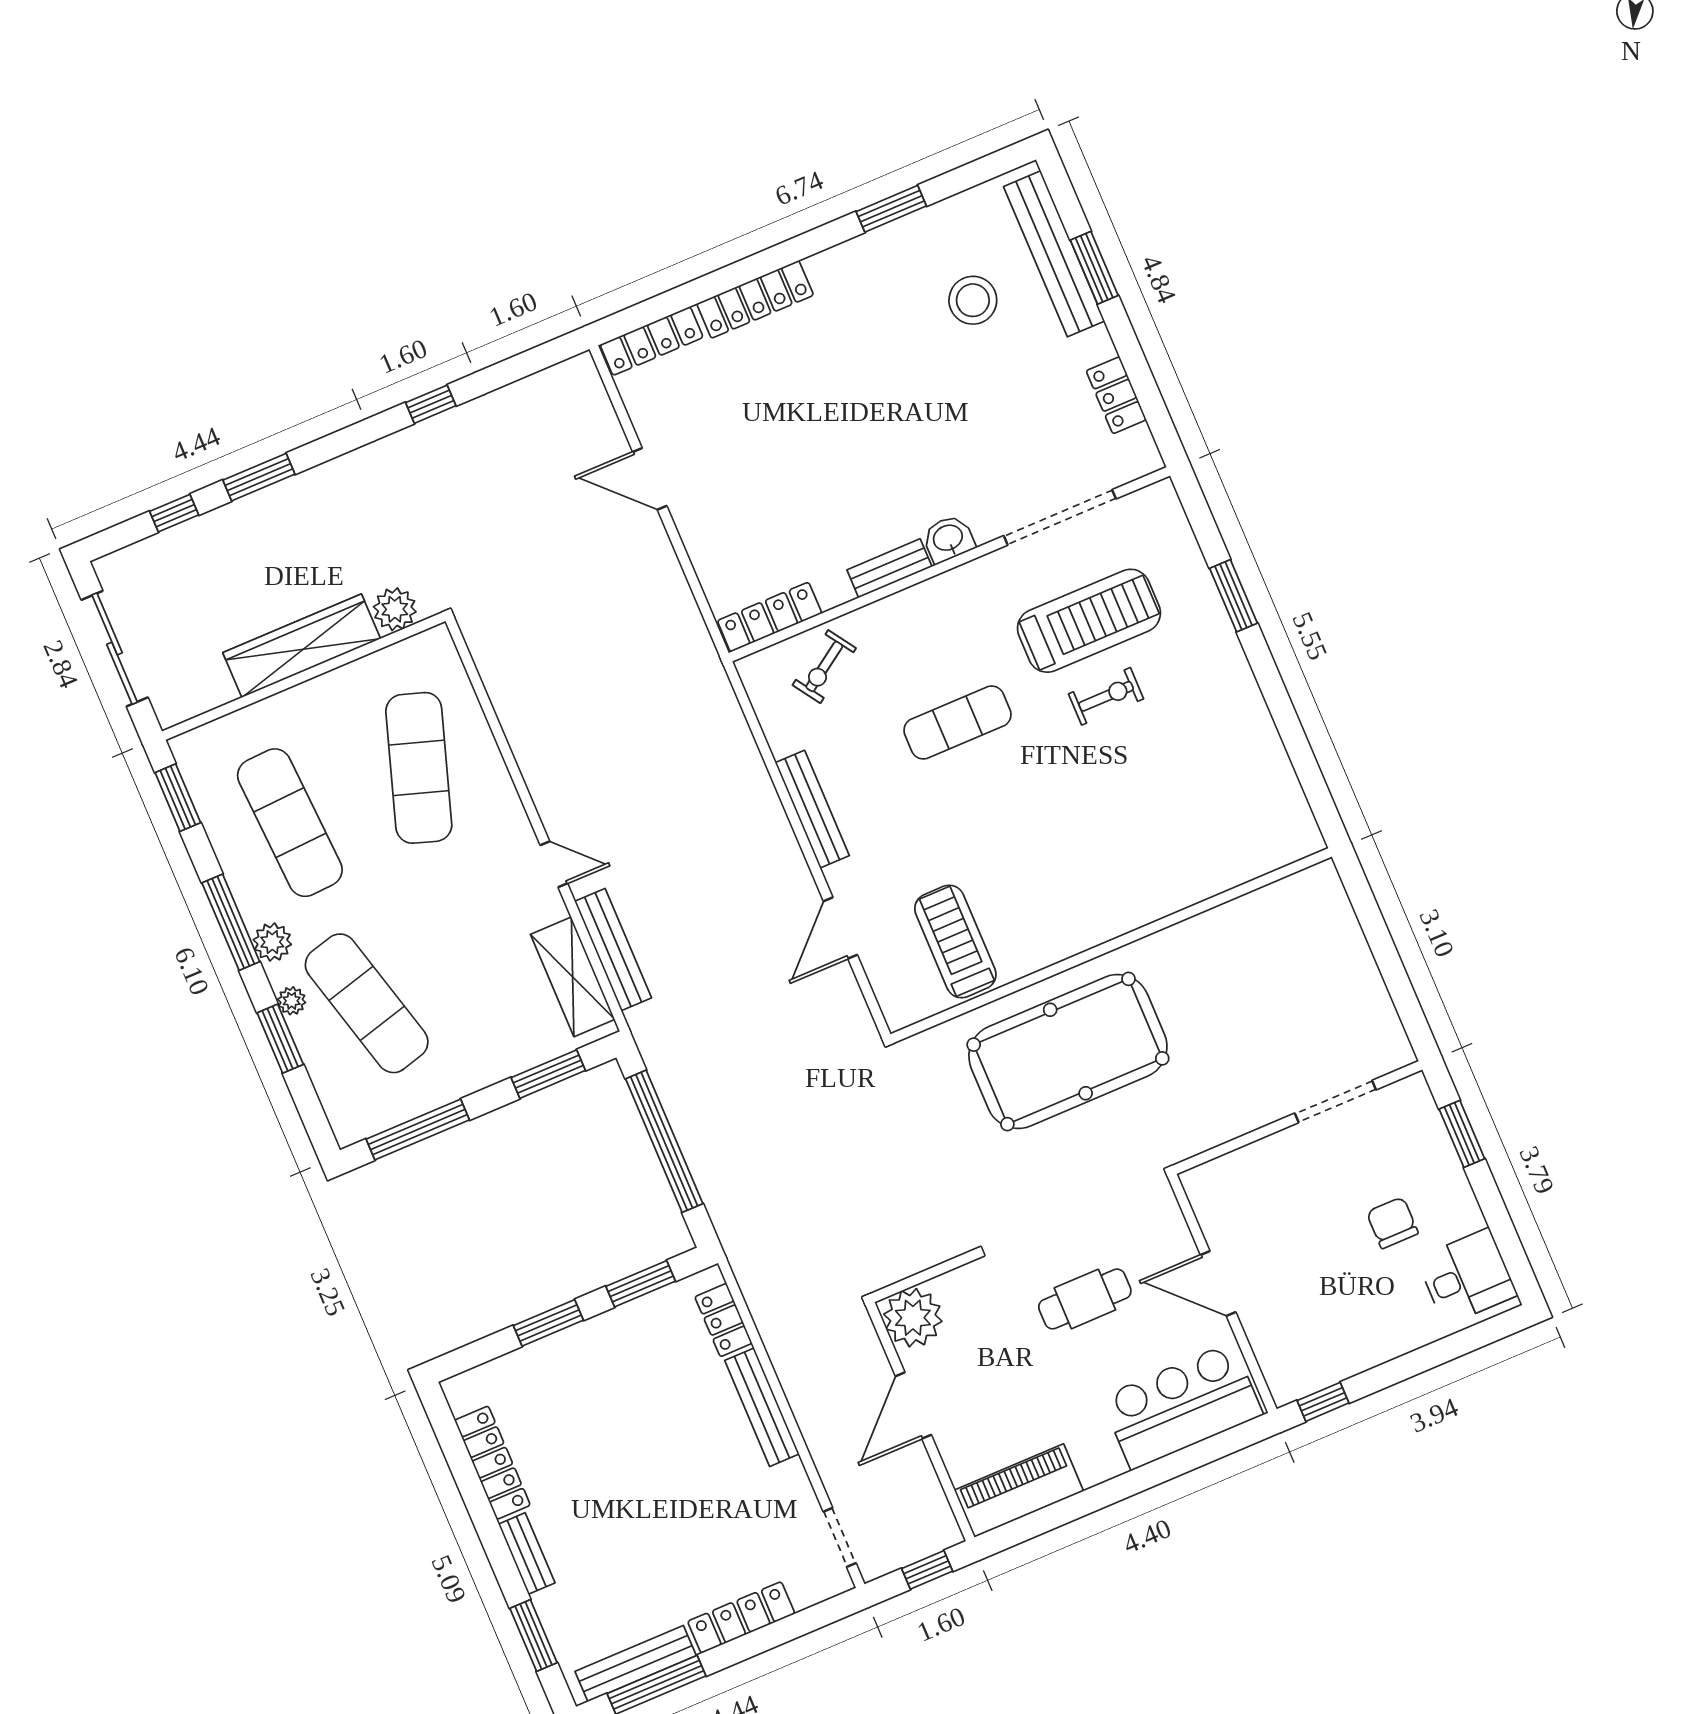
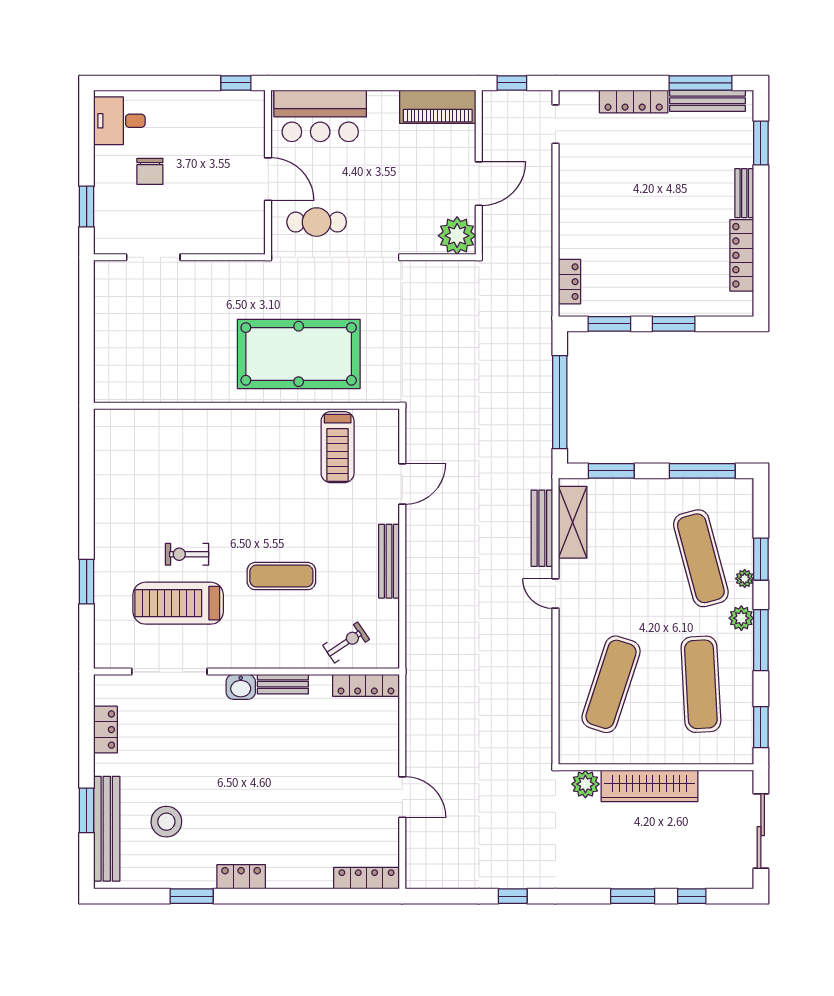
locker: (755, 299) -> (241, 877), moved, width x0.66
cafe table: (1085, 1299) -> (317, 222), moved
bench: (762, 1407) -> (569, 221), removed

